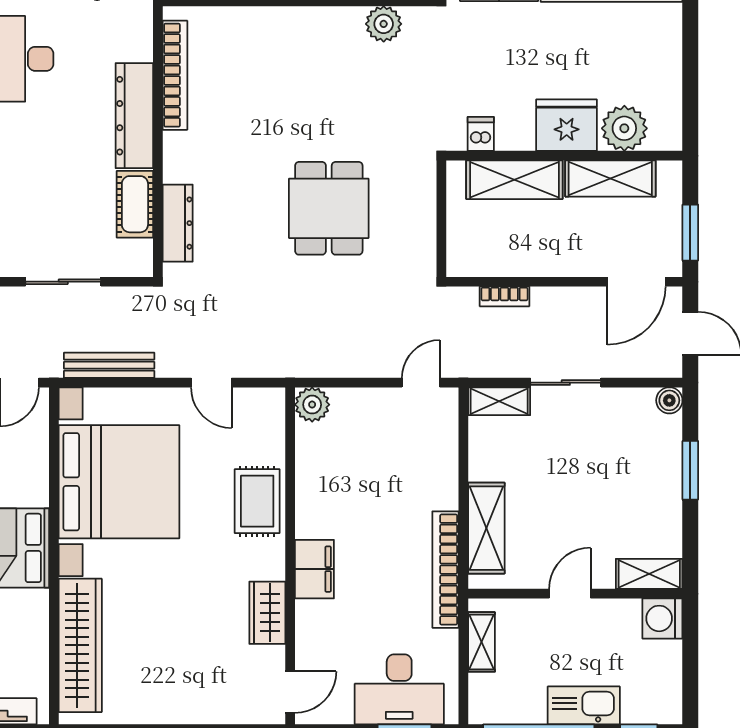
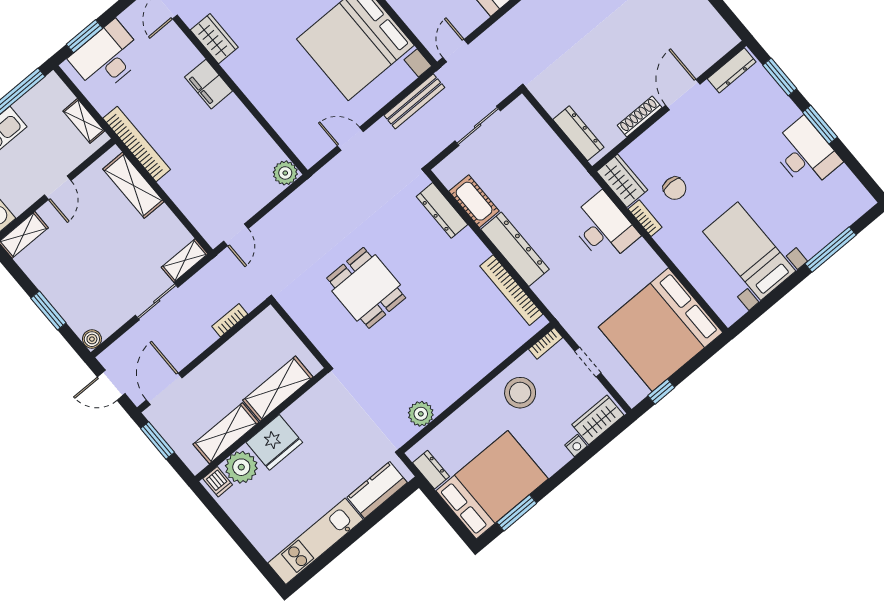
dishwasher: (481, 134) -> (218, 482), moved
rug: (257, 501) -> (271, 95), removed

